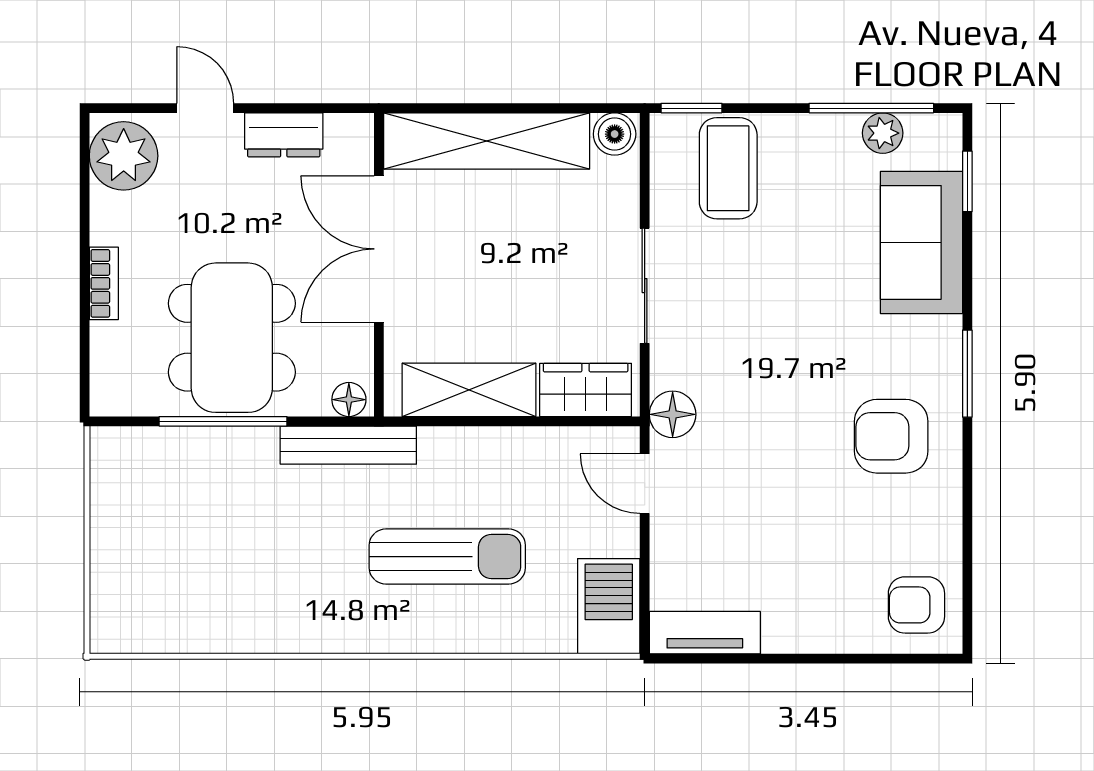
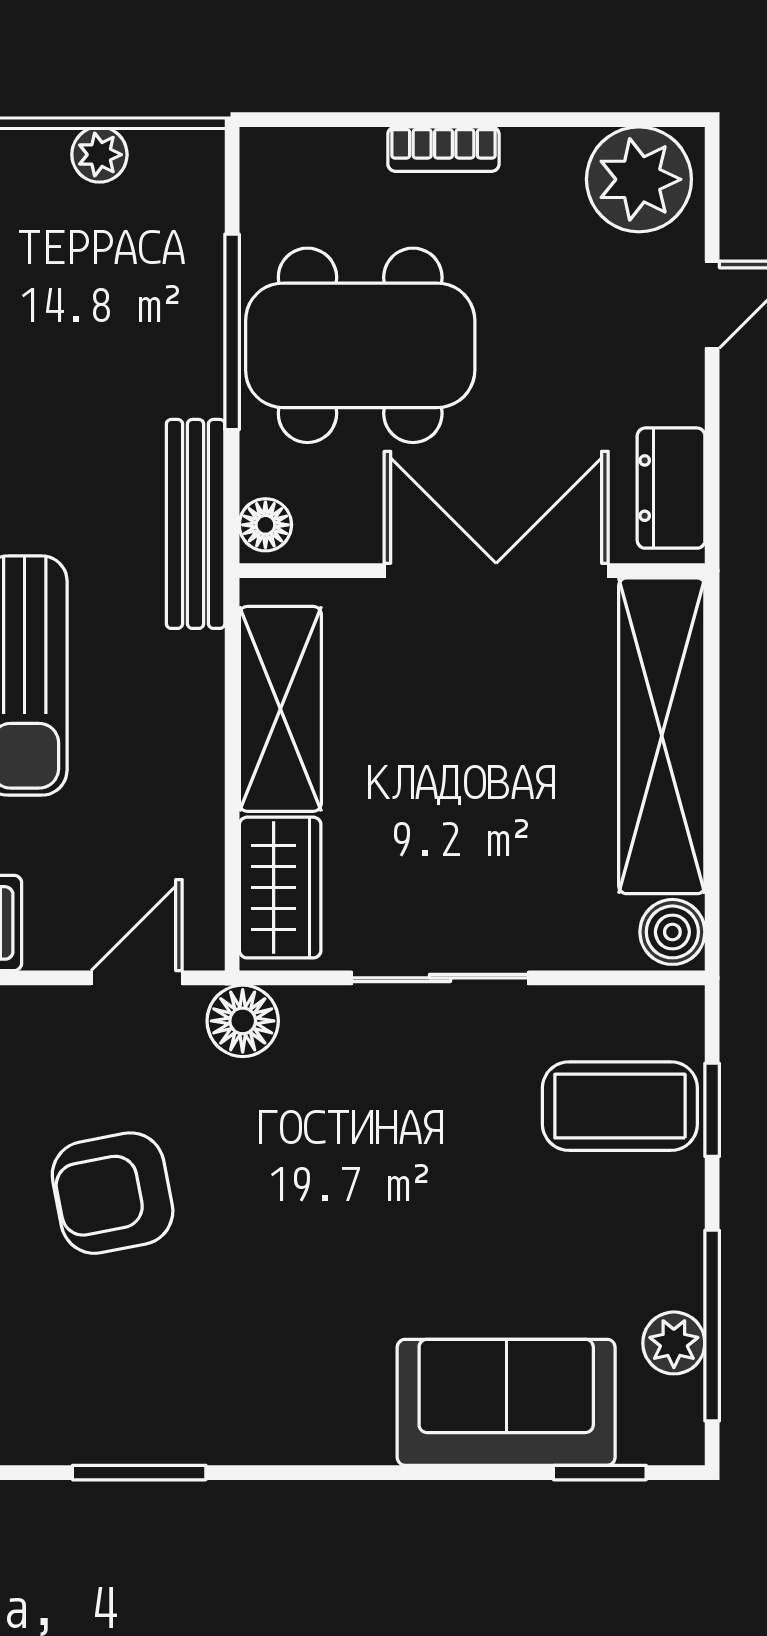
window: (692, 108) -> (712, 1110), moved
dresser: (284, 135) -> (671, 488), moved
window: (967, 374) -> (139, 1473), moved
armchair: (891, 436) -> (113, 1193), moved, turned -101
plant: (107, 508) -> (99, 155), added

